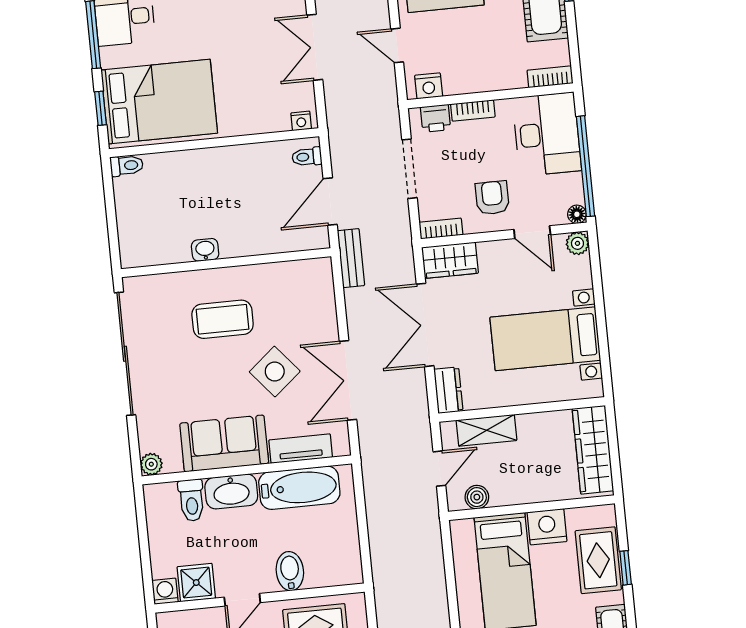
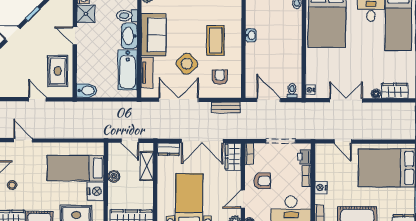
door: (397, 45) -> (343, 141), swing flipped
nightstand: (429, 86) -> (321, 188), moved
bench: (351, 258) -> (226, 107), moved
armchair: (295, 303) -> (220, 77), added
double door: (425, 325) -> (202, 141), swing flipped
boiler: (477, 497) -> (114, 176), moved
bidet: (290, 571) -> (87, 91), moved

